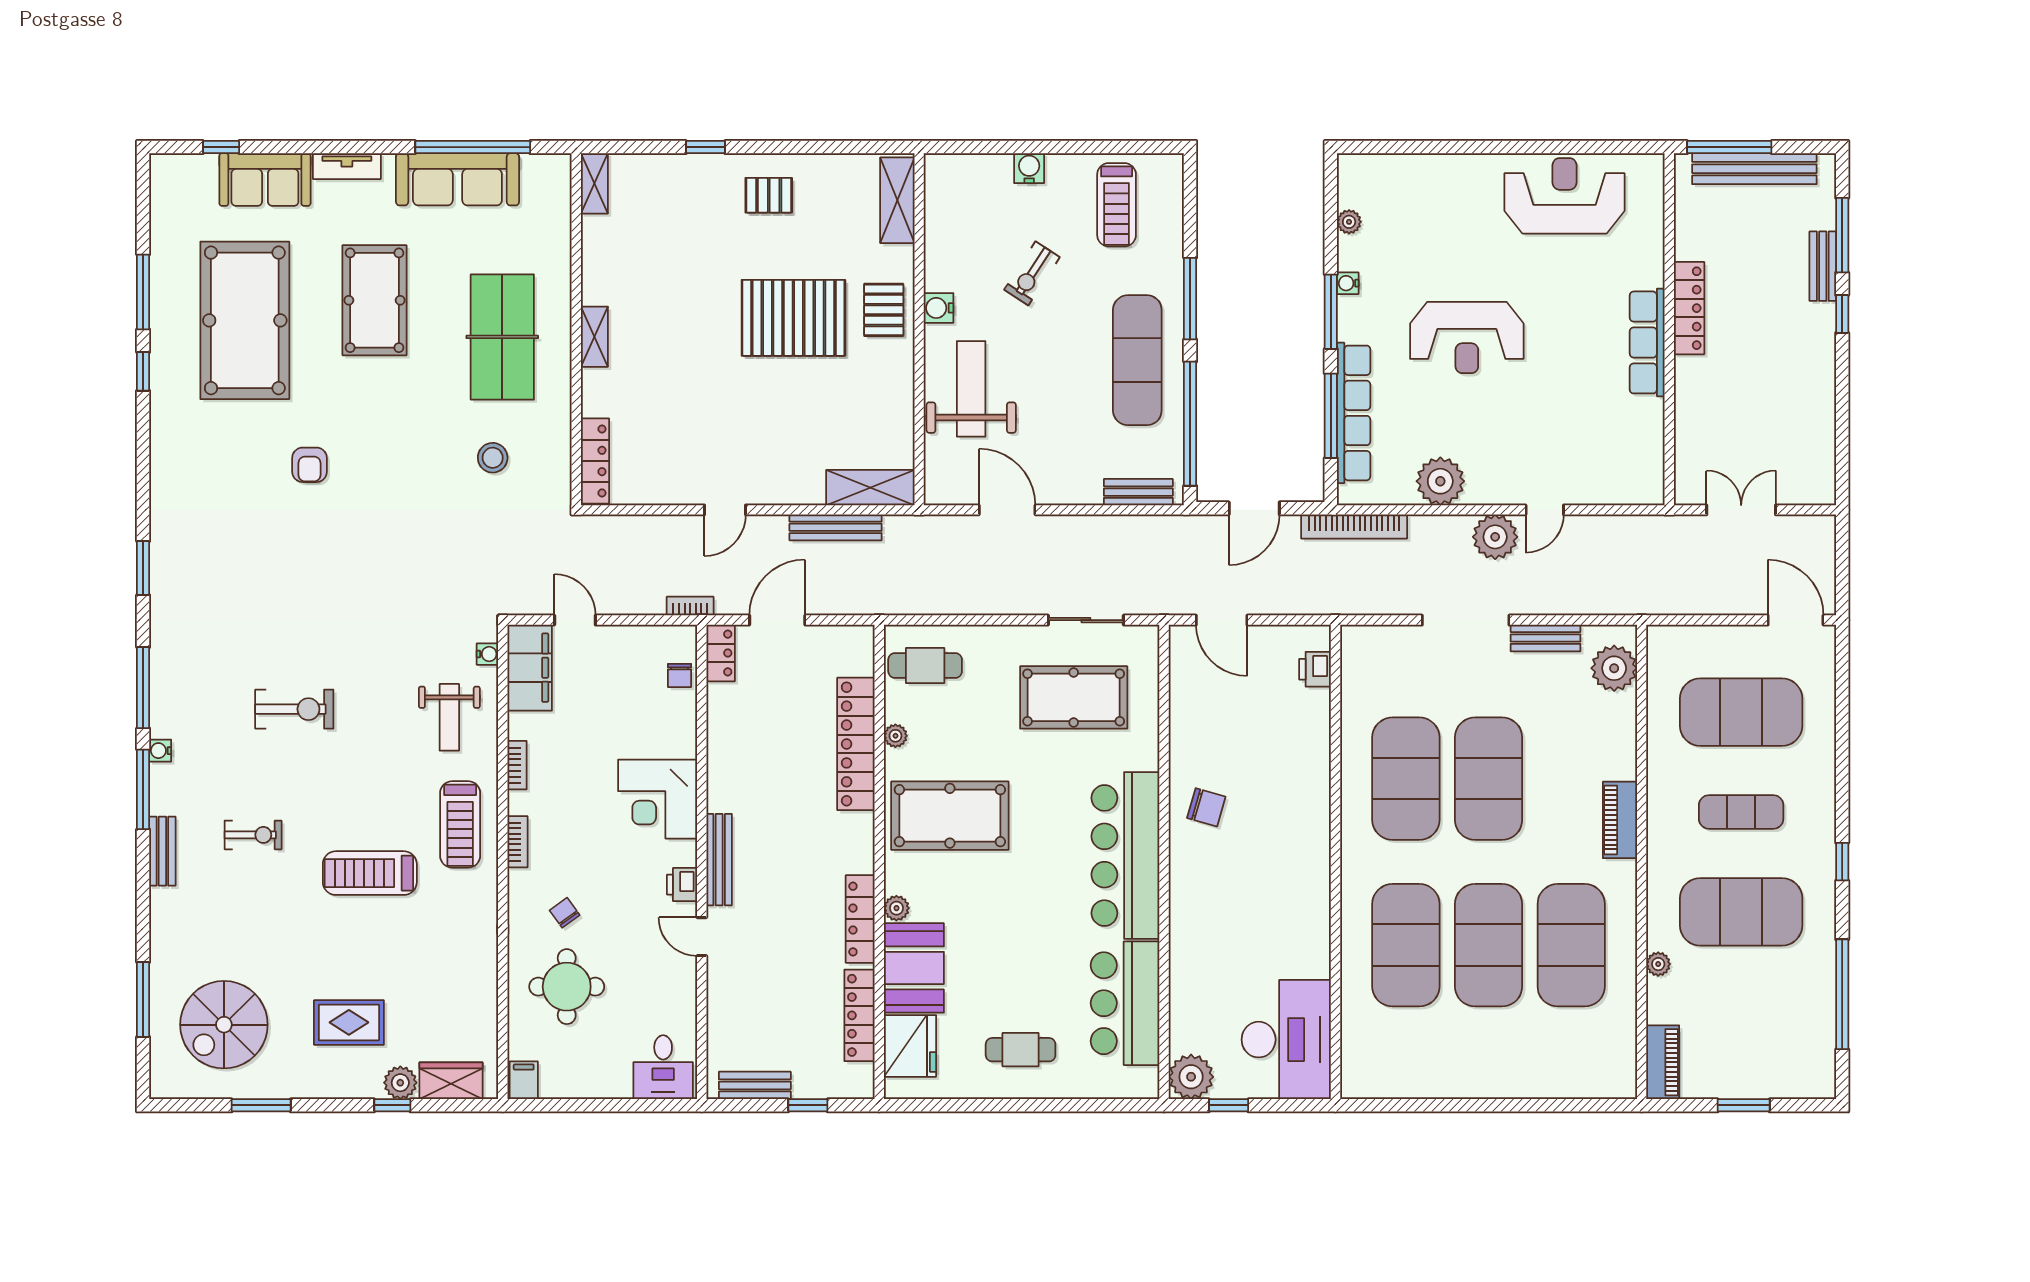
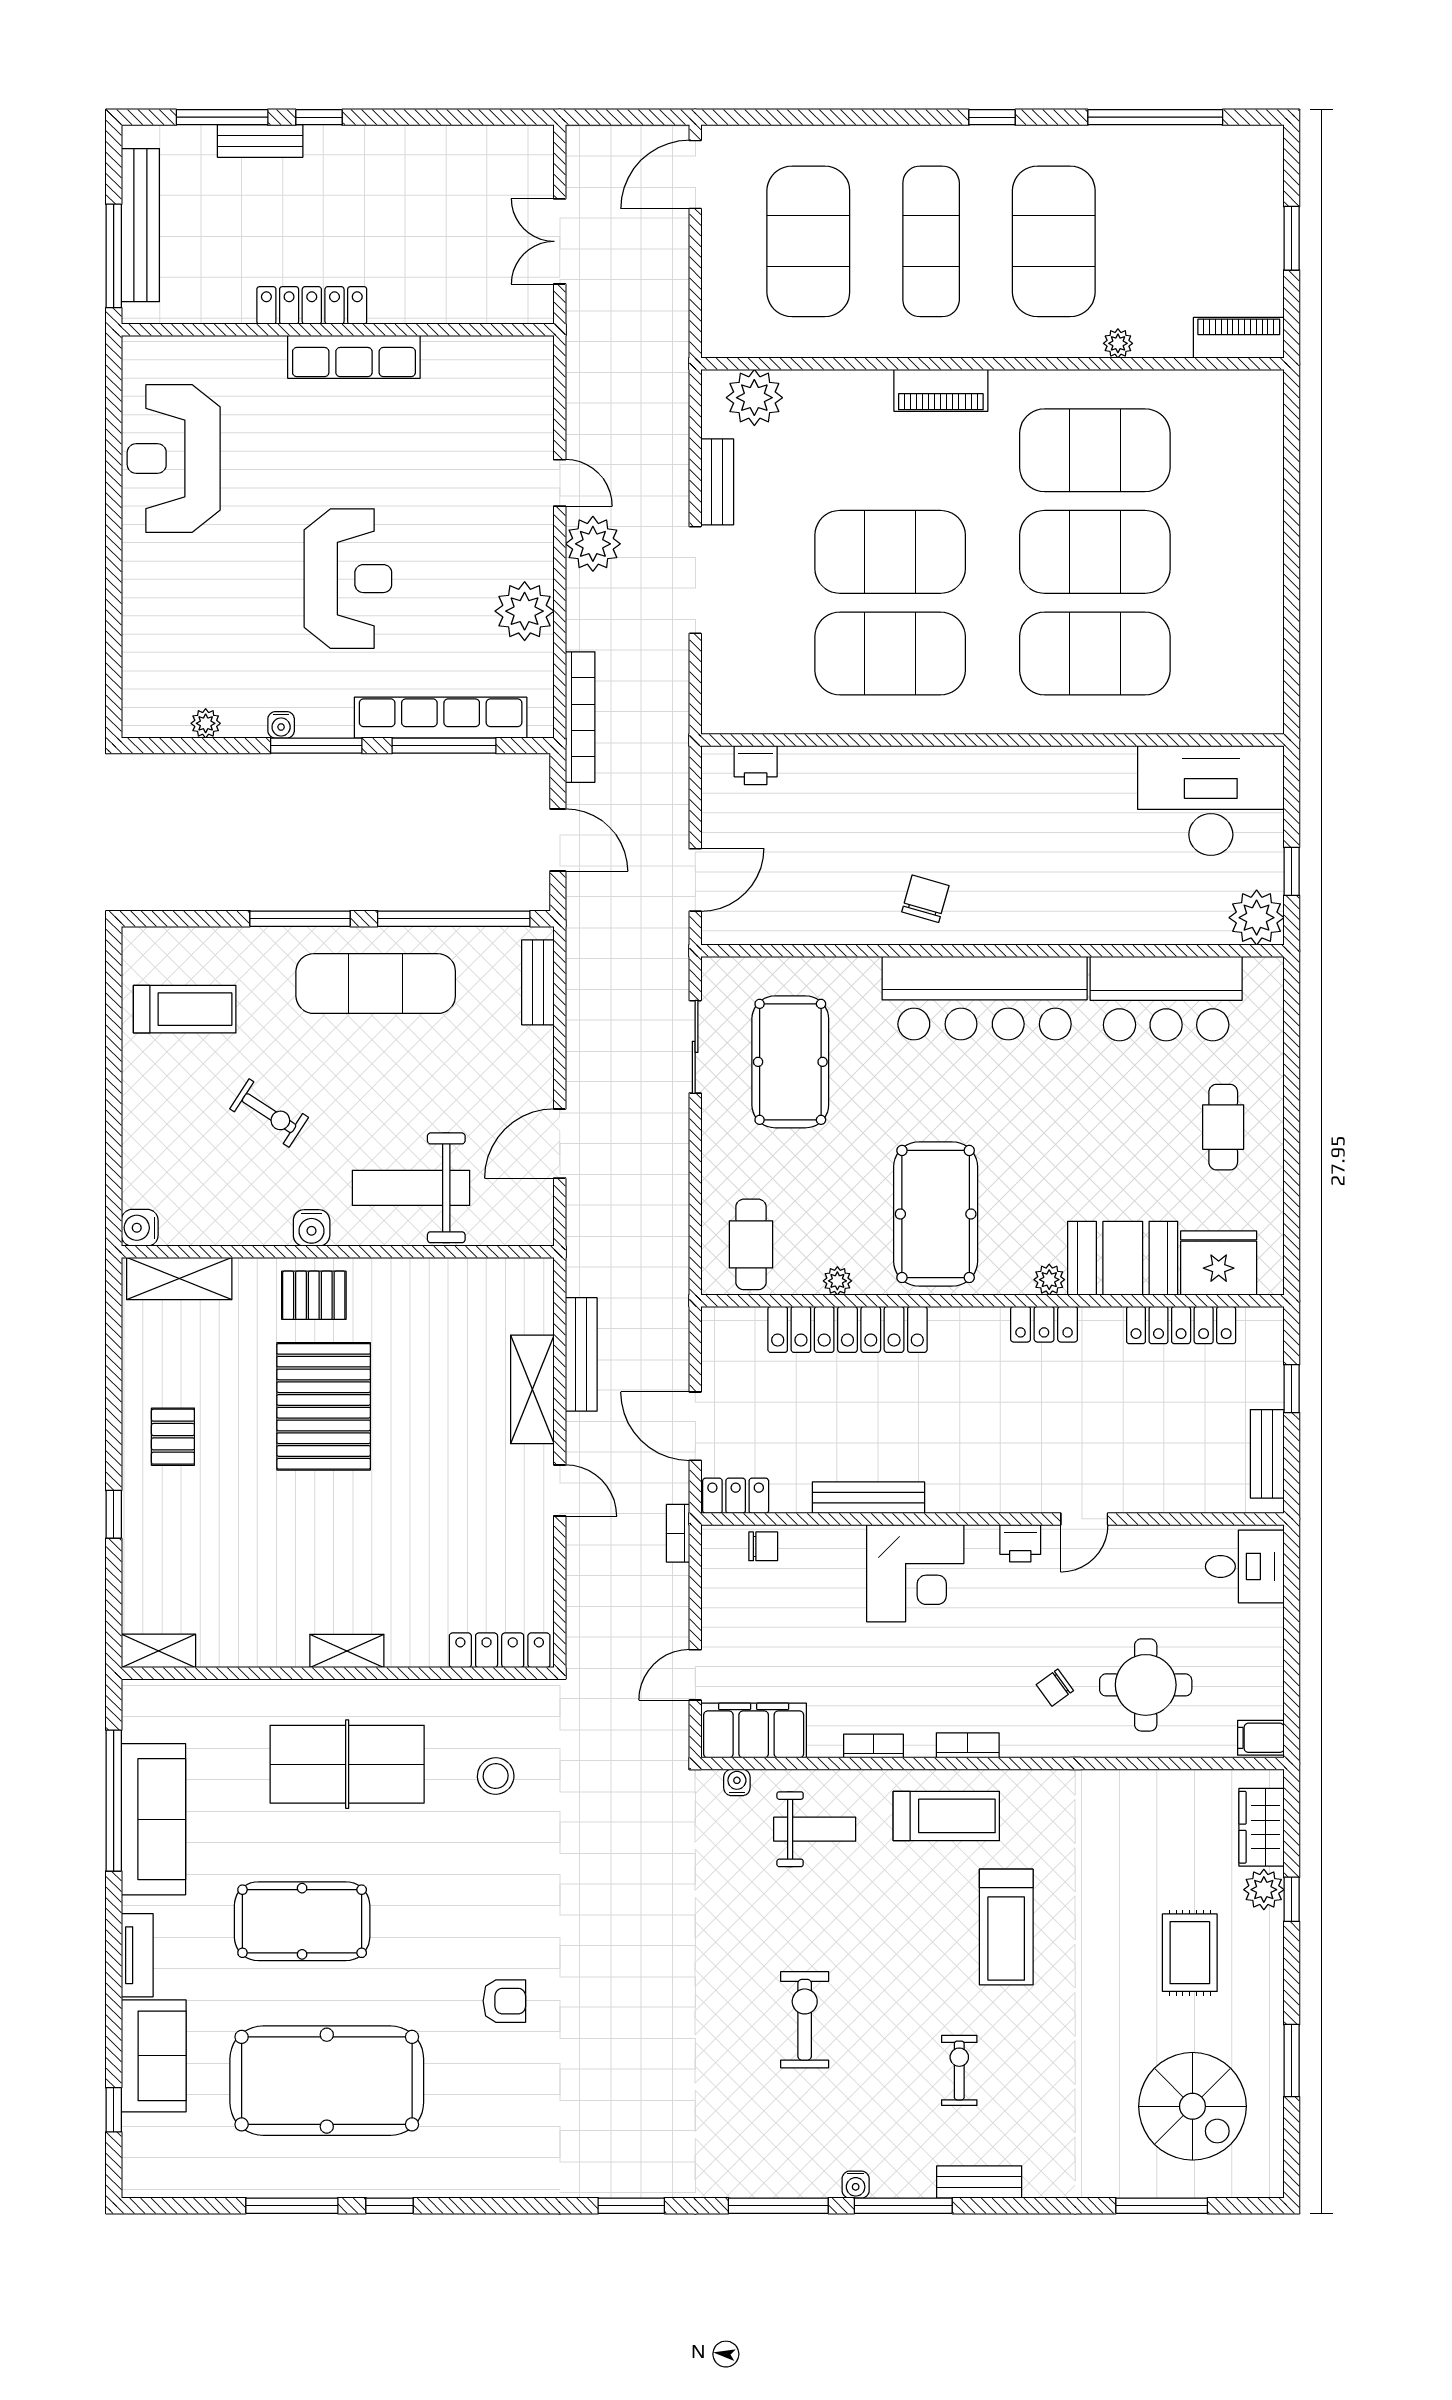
water cooler: (1029, 168) -> (140, 1228), moved
shelving: (870, 488) -> (532, 1389), moved
exercise mat: (1741, 812) -> (931, 241), width x1.36, depth x1.45
bench: (719, 860) -> (868, 1498), moved
locker: (860, 919) -> (1044, 1324), width x0.66

